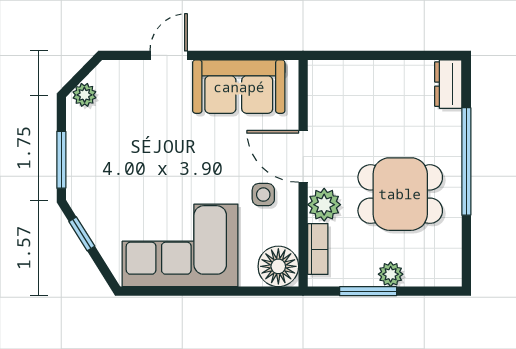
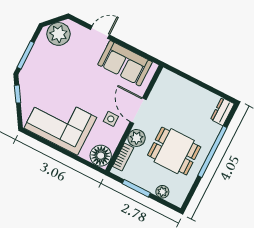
plant: (84, 95) -> (59, 34), width x1.87, depth x1.87
plant: (391, 274) -> (162, 192), moved

